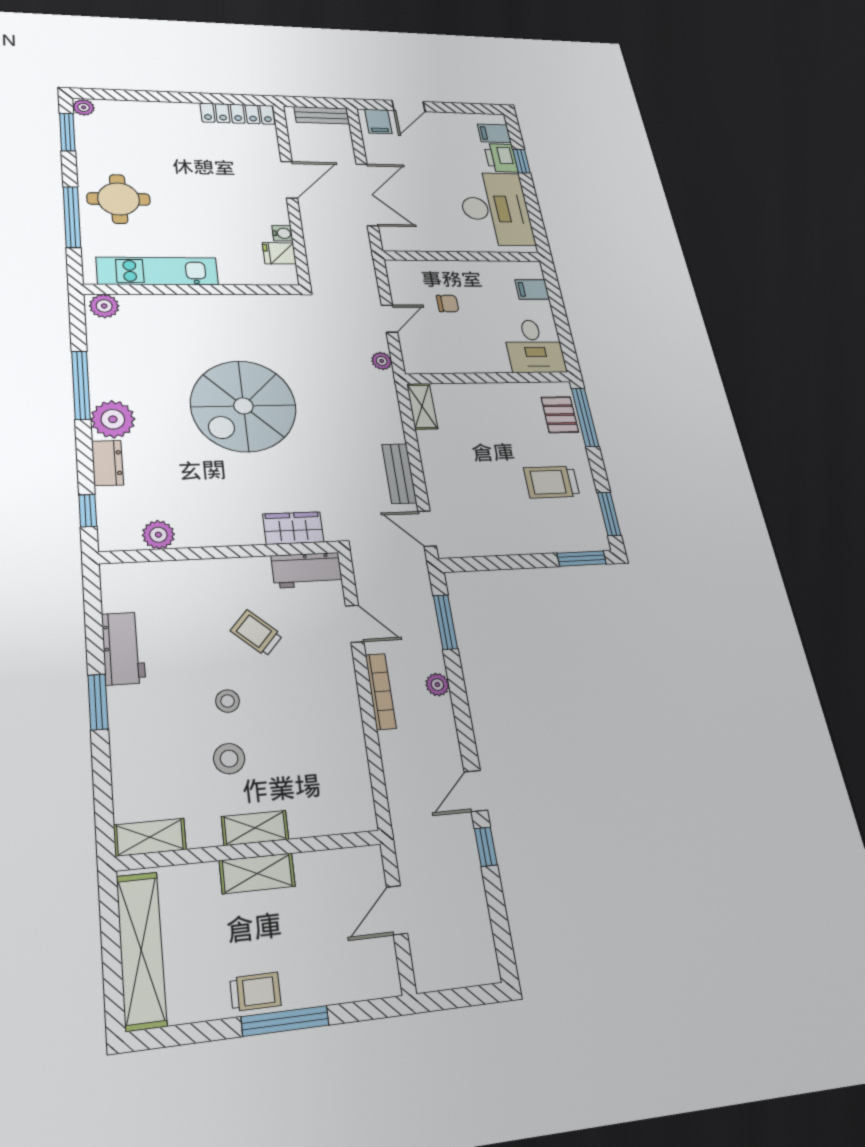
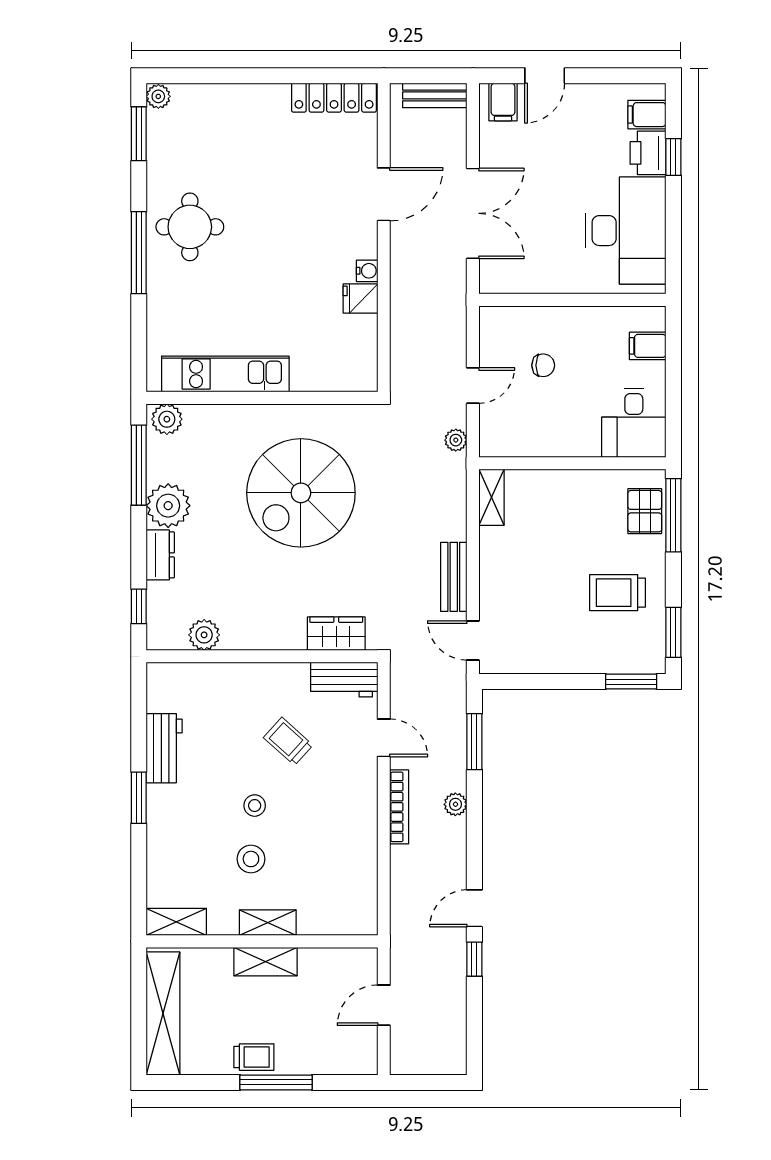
kitchen unit: (158, 271) -> (225, 374), moved
wall: (194, 290) -> (262, 398), moved
plant: (104, 306) -> (167, 419), moved

